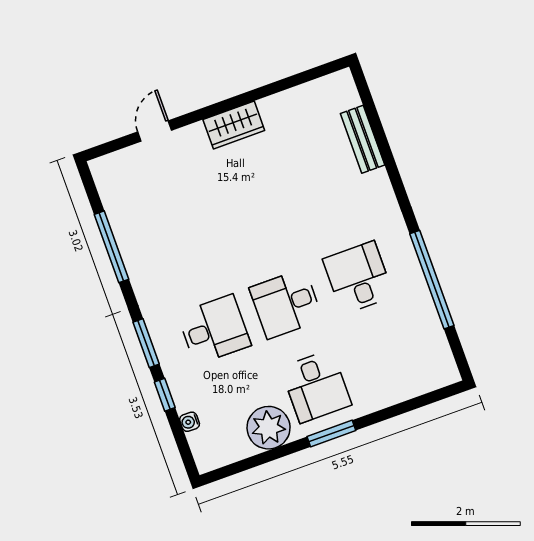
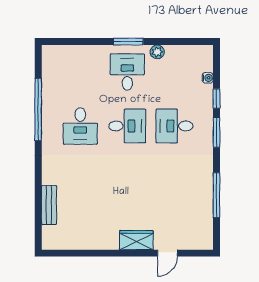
wardrobe: (234, 125) -> (136, 240), moved
plant: (269, 428) -> (157, 52), width x0.53, depth x0.53

